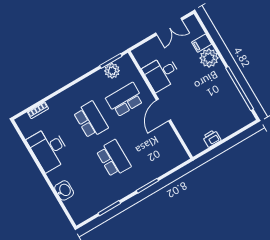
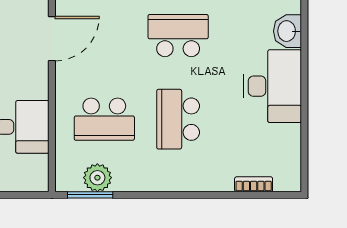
door: (164, 110) -> (52, 39), moved
desk: (49, 149) -> (273, 86), moved
school desk: (113, 159) -> (178, 36), turned 90

